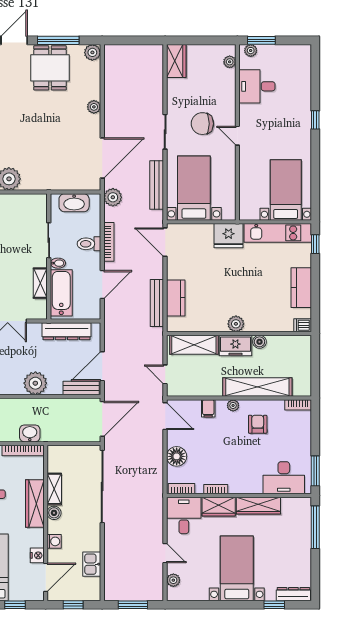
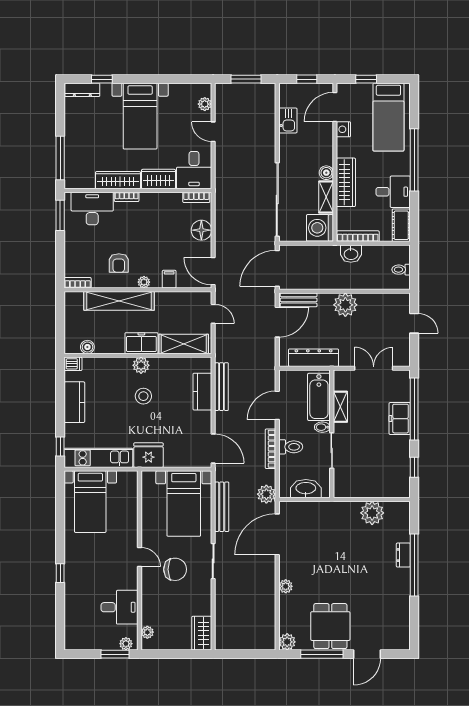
stool: (234, 294) -> (143, 396), added
boiler: (259, 342) -> (87, 347), moved
bookcase: (216, 489) -> (127, 197), moved
washing machine: (54, 541) -> (320, 228), moved, width x1.89, depth x1.89

